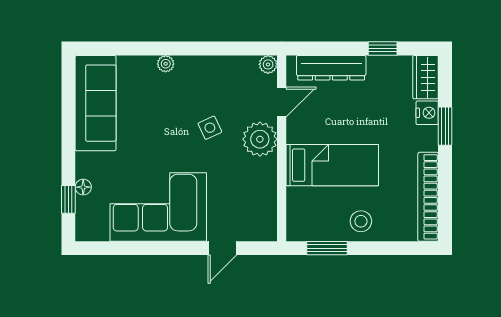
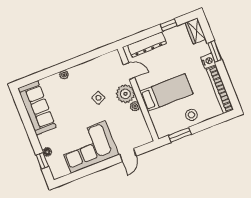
plant: (268, 64) -> (135, 106), moved
door: (282, 102) -> (129, 71), hinge flipped
nightstand: (427, 113) -> (208, 61), moved

